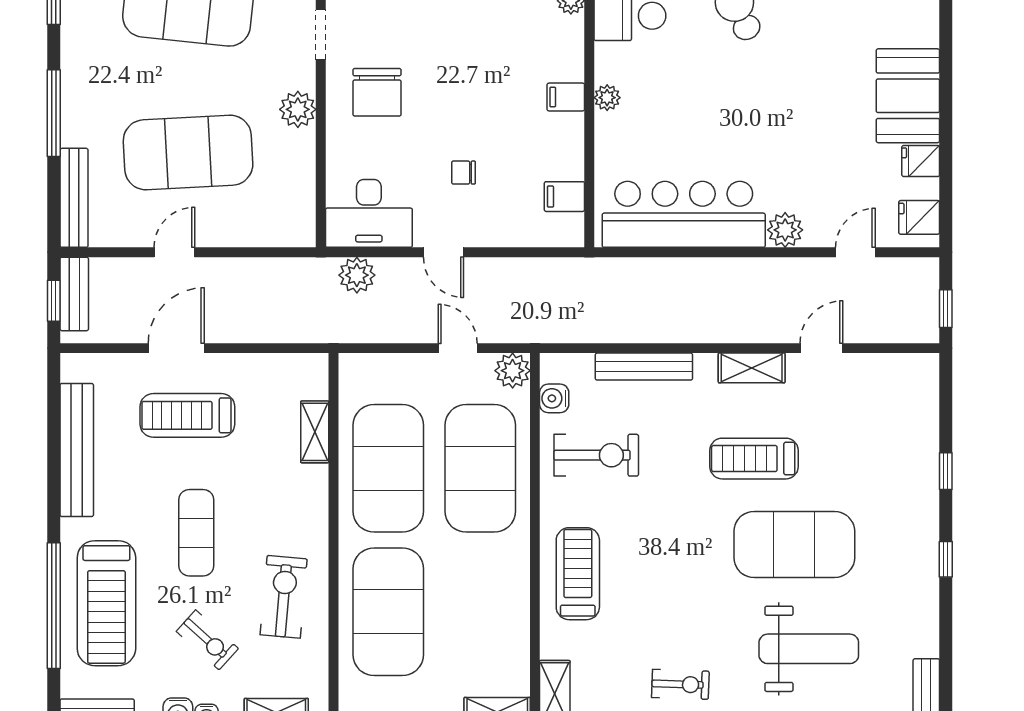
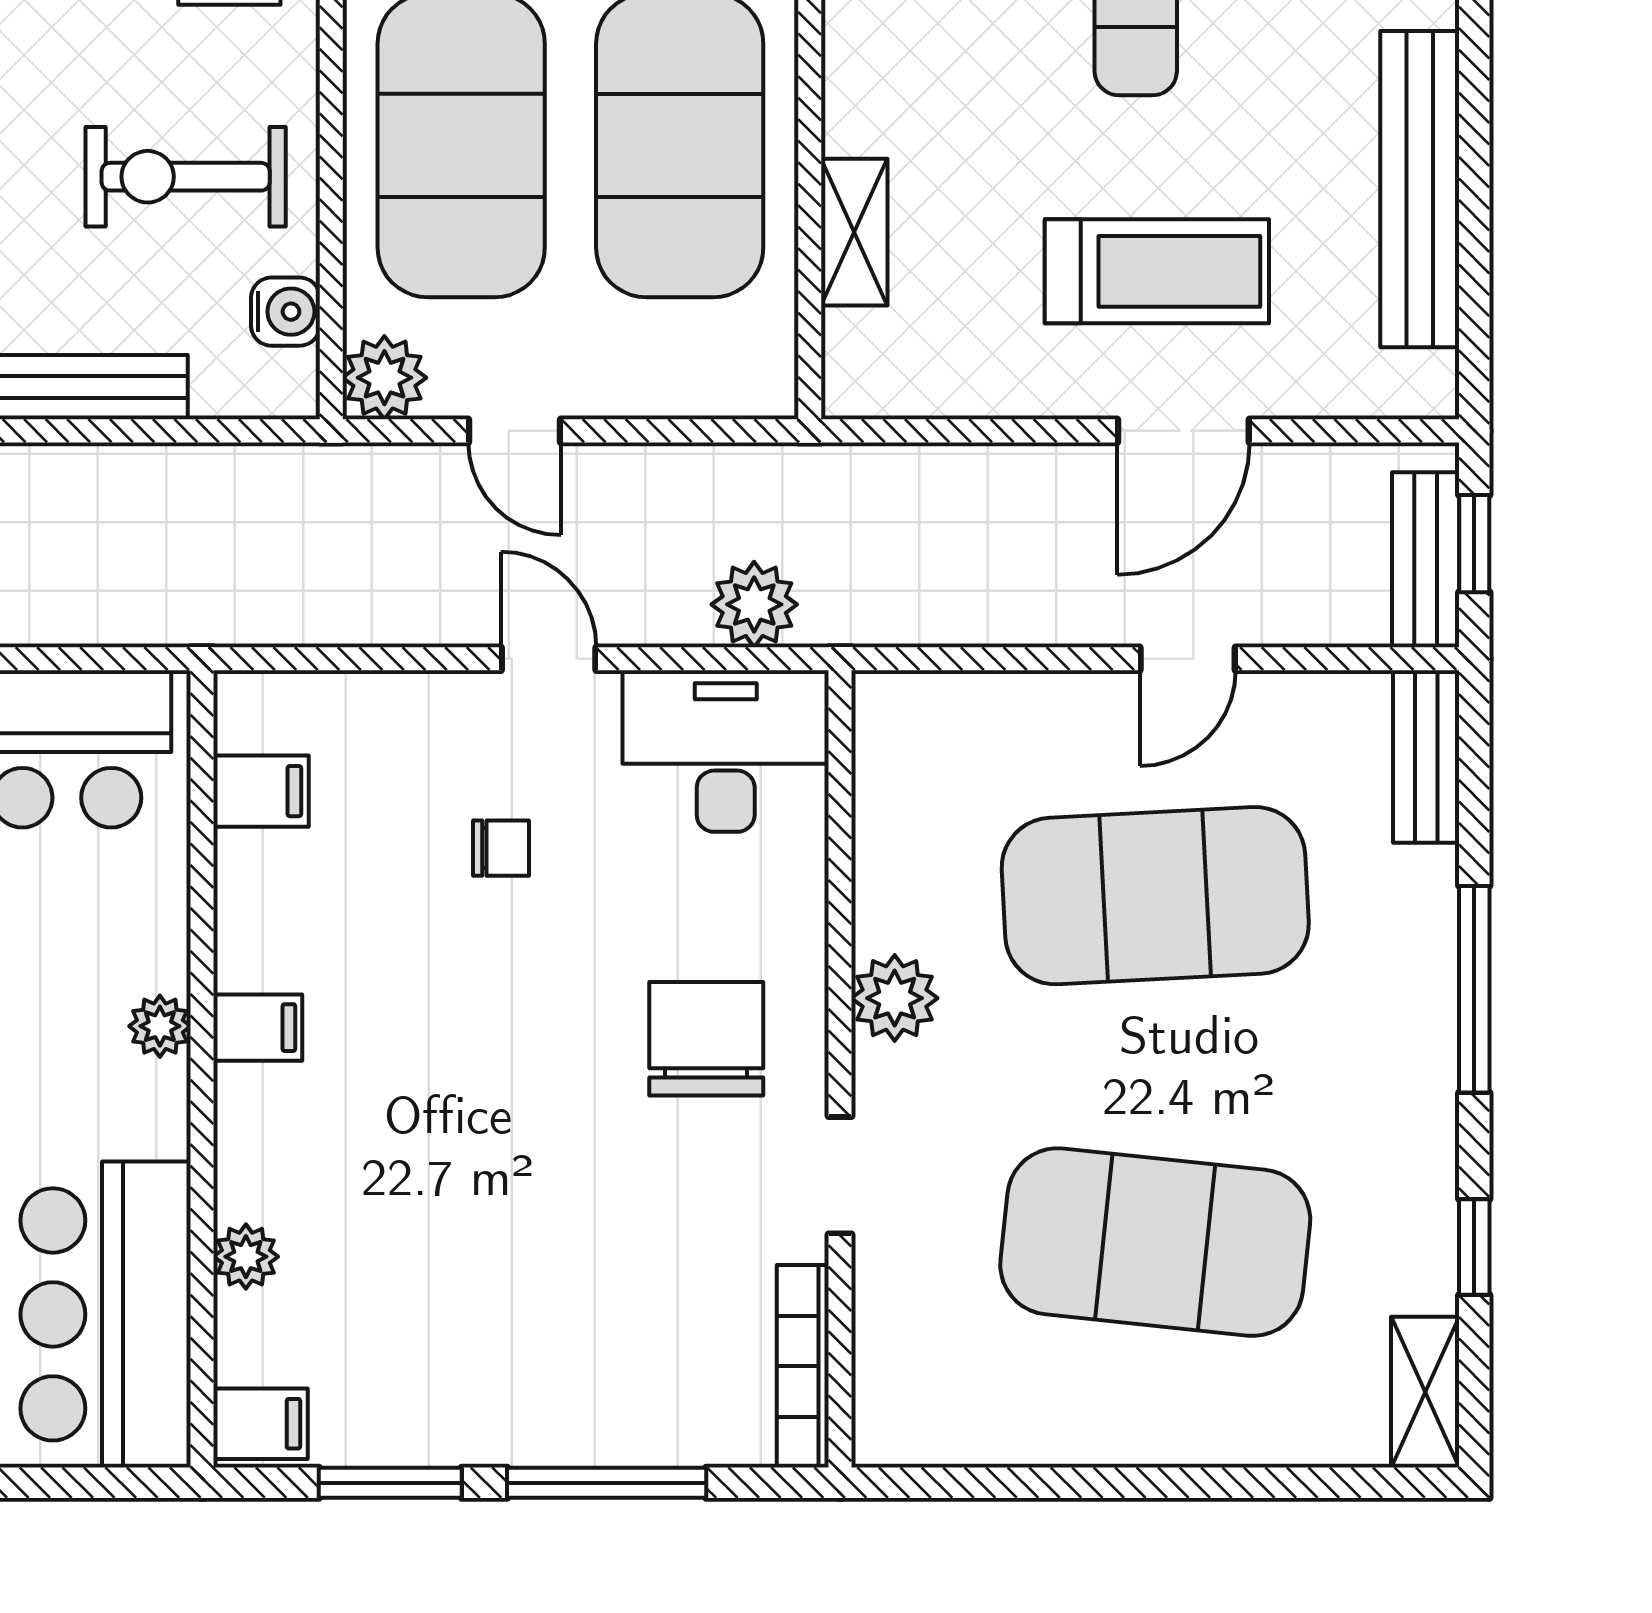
bench: (74, 198) -> (1426, 757), width x0.73

